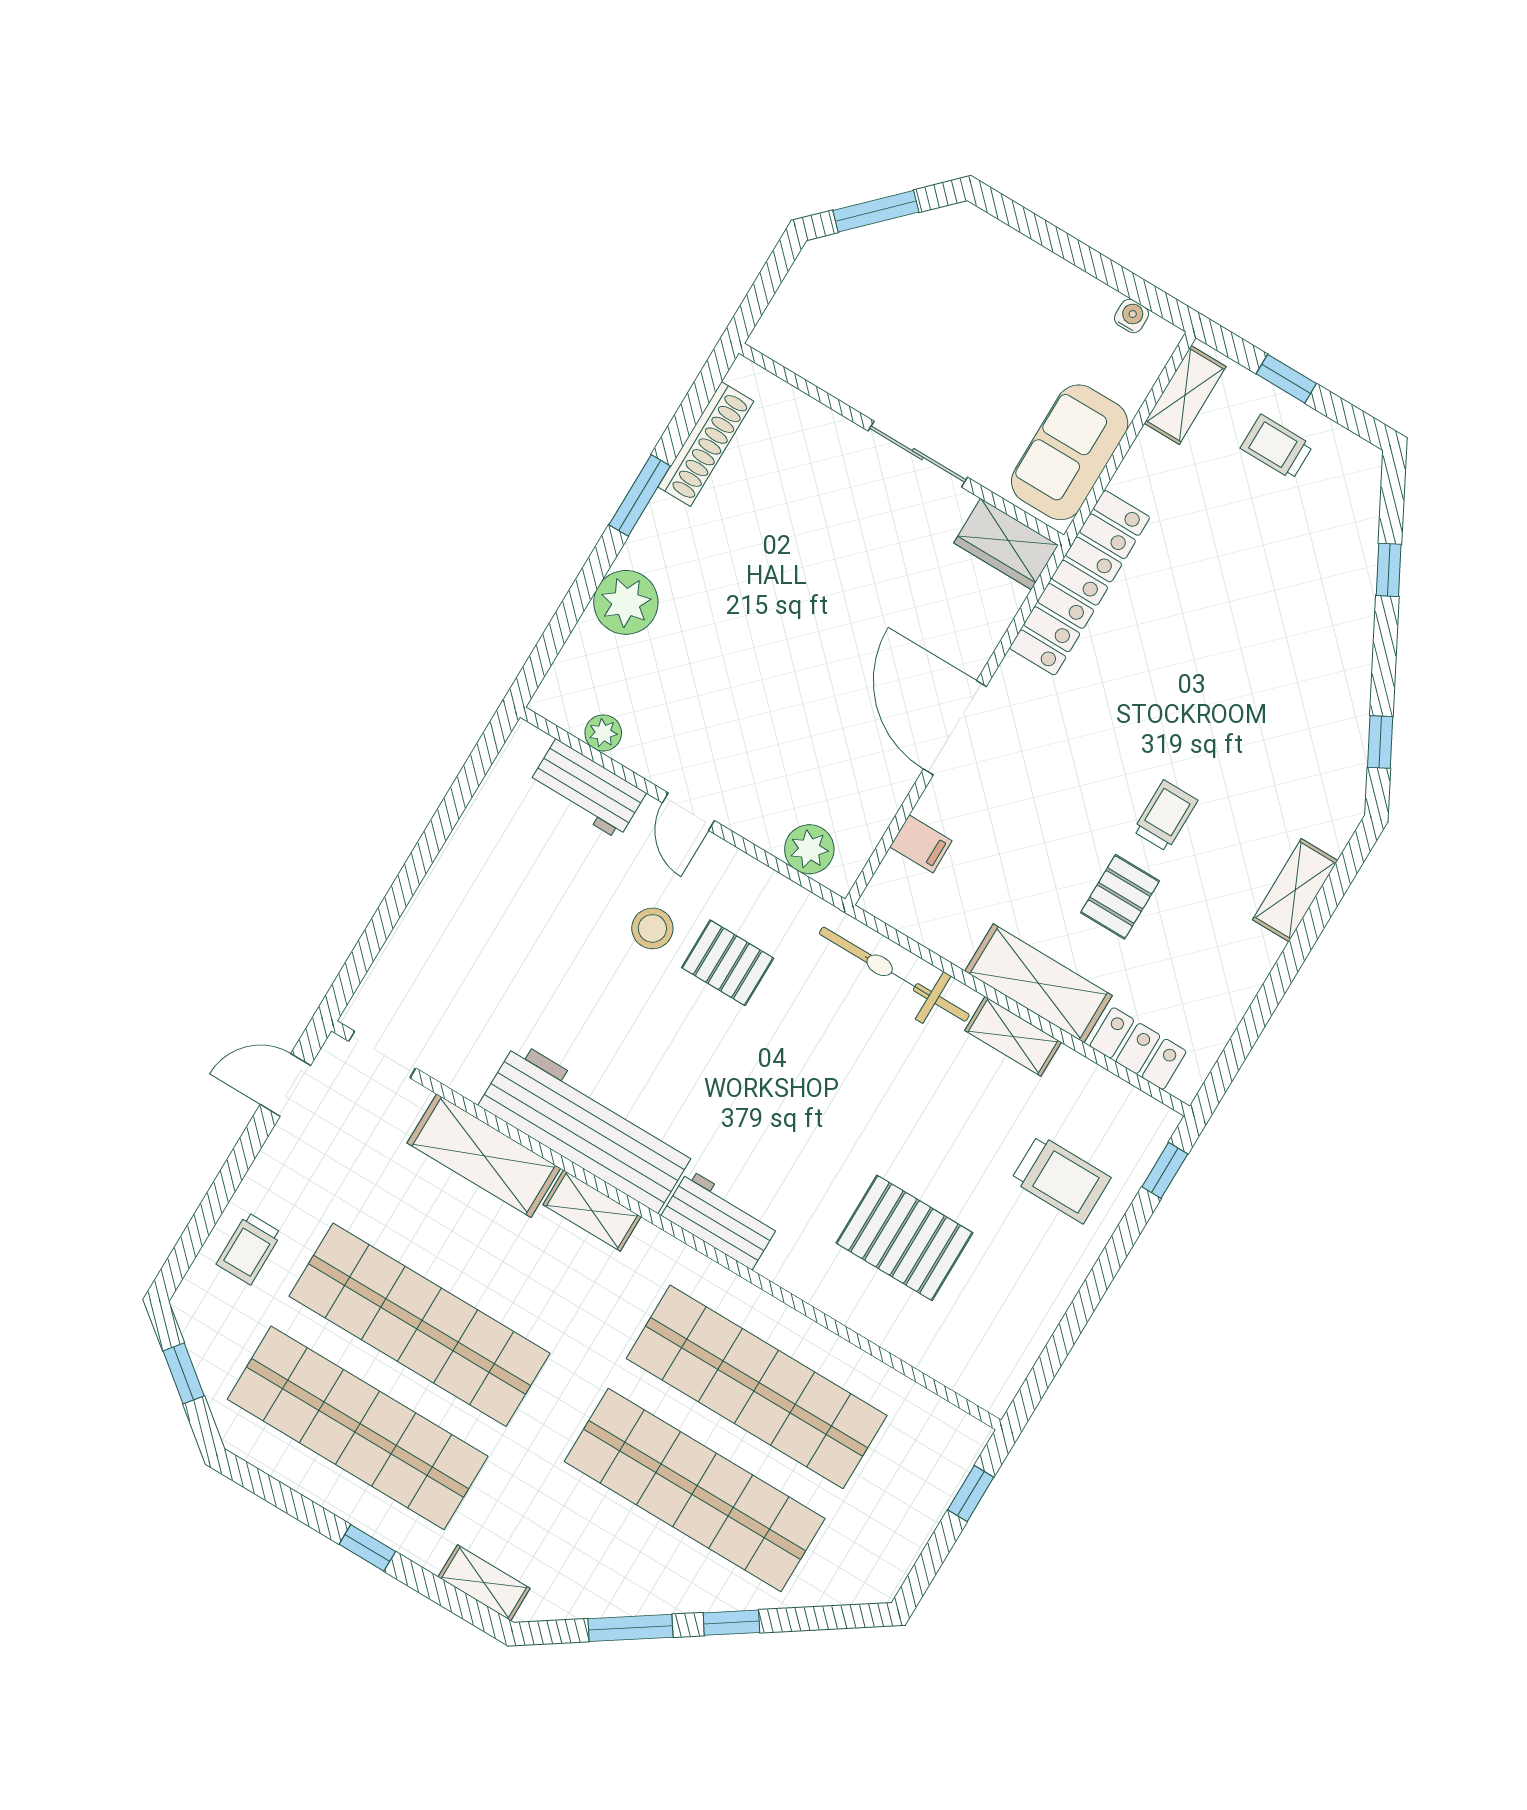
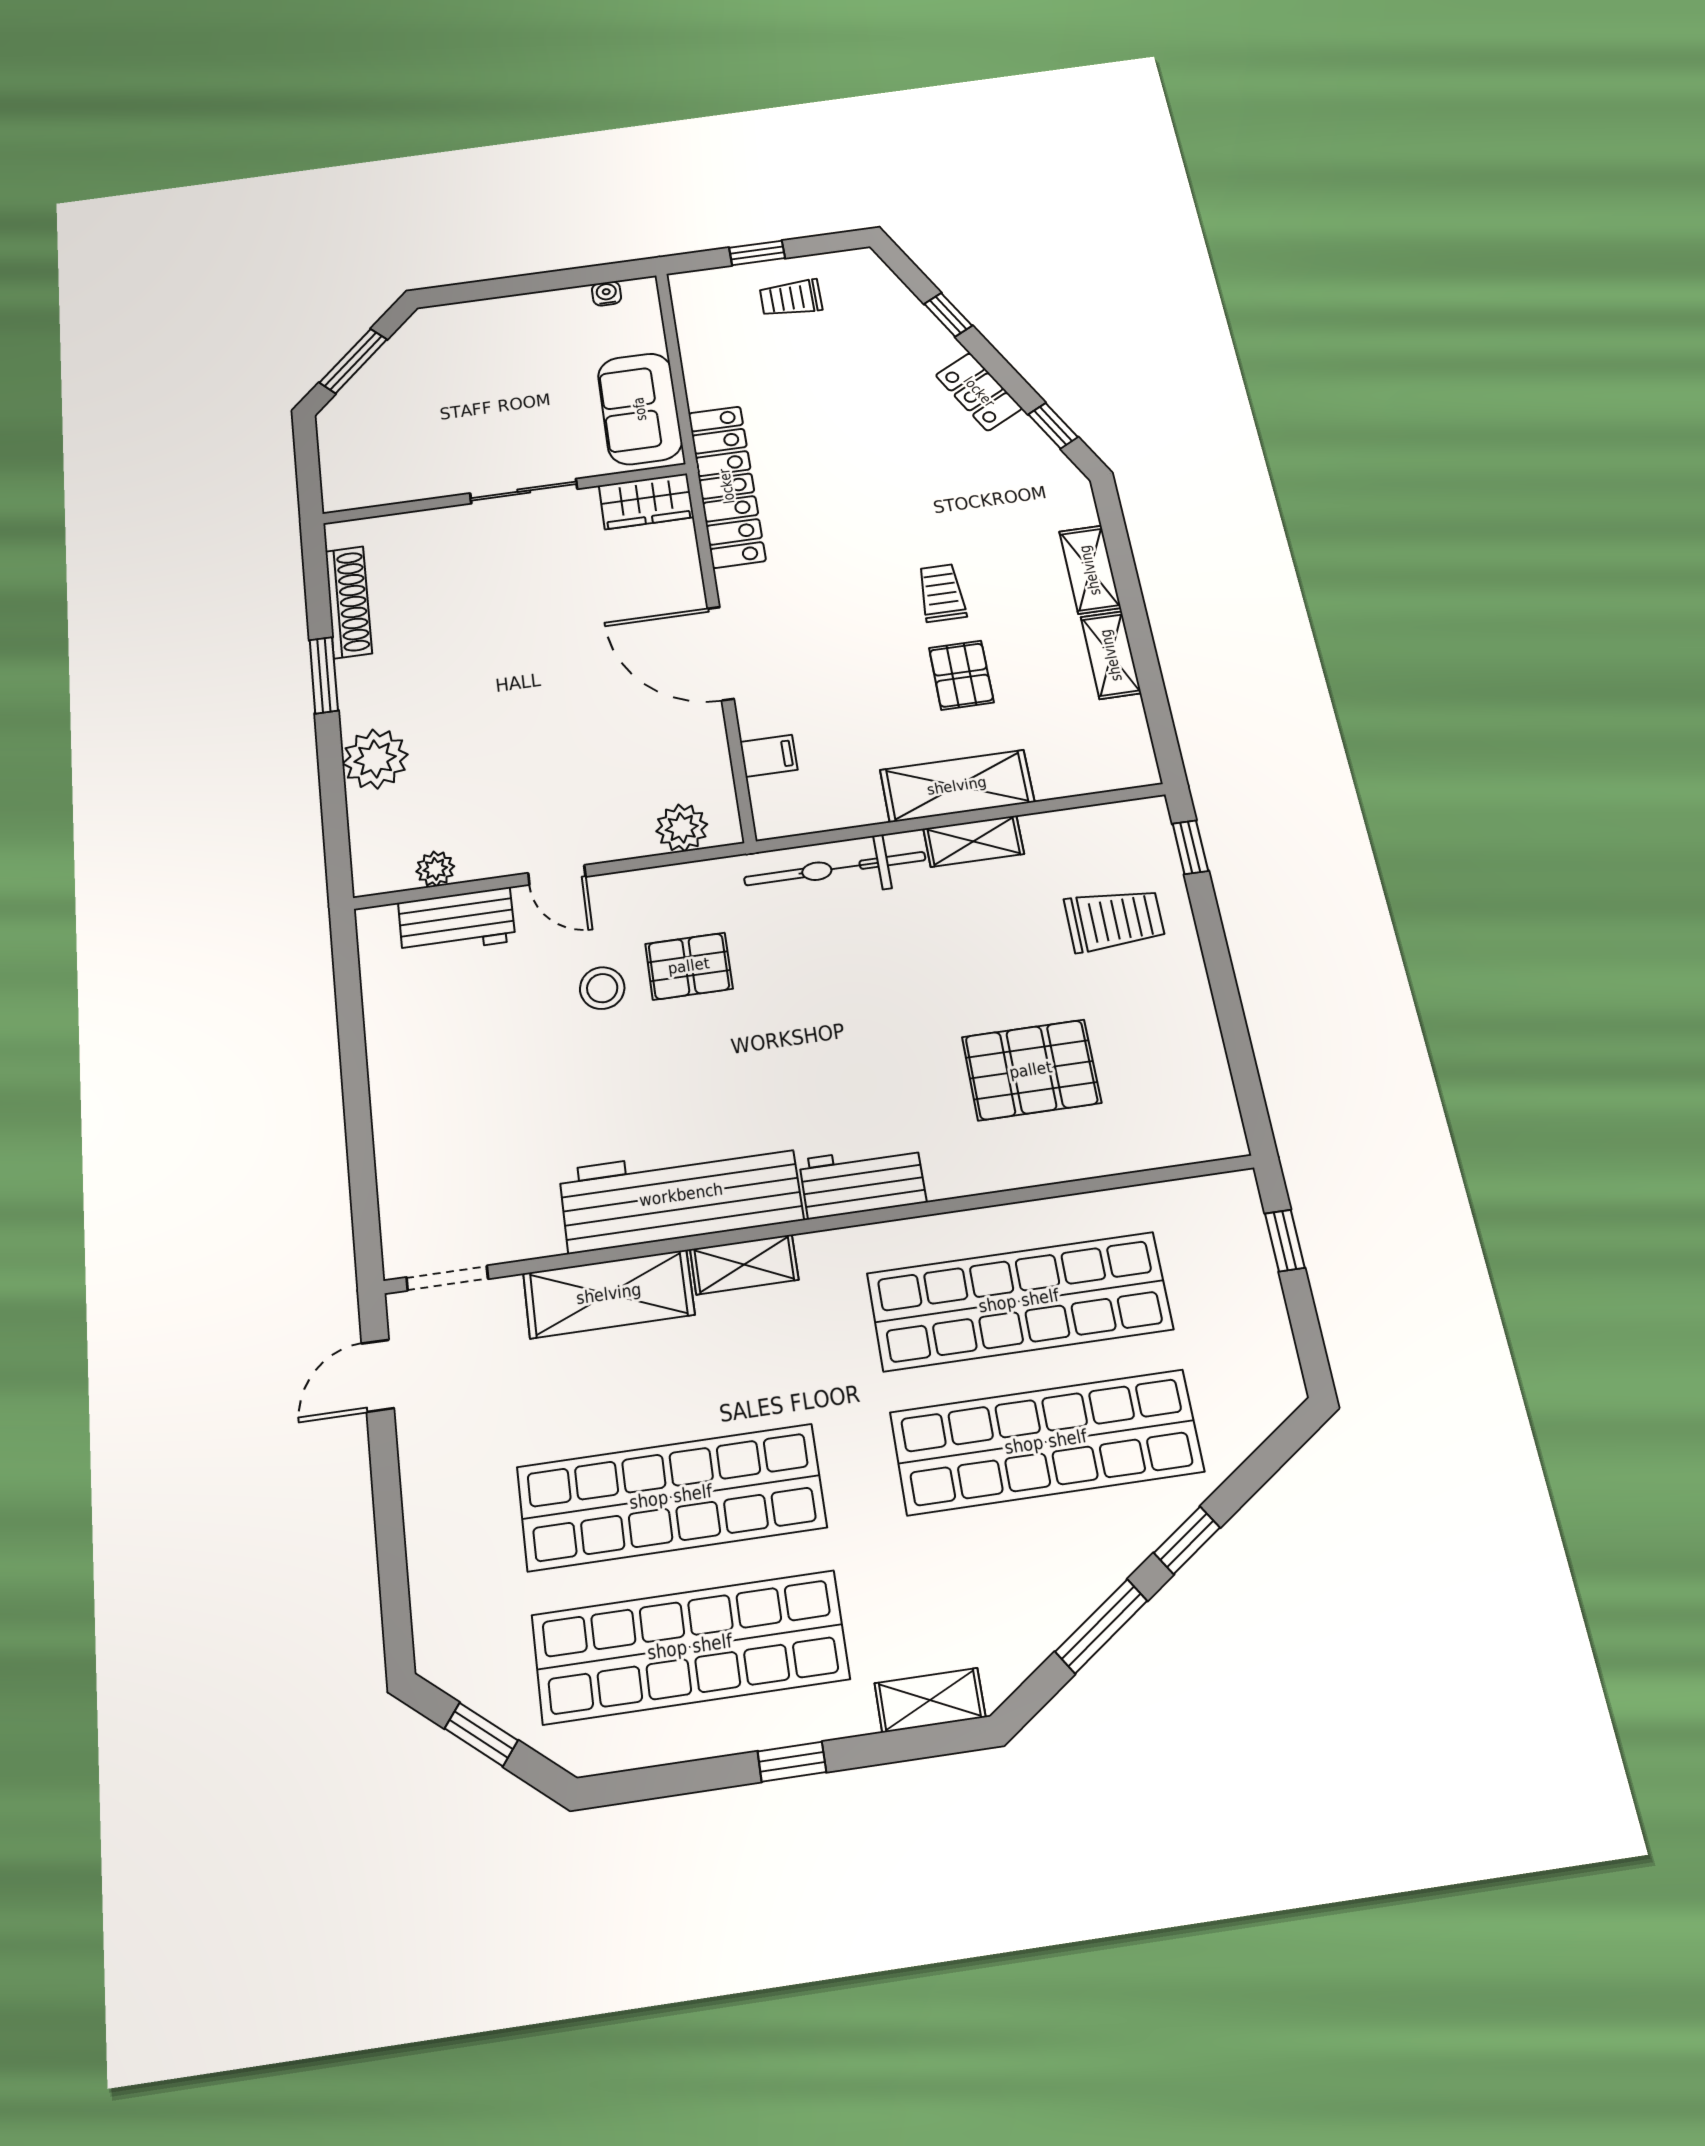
shelving: (1185, 395) -> (1111, 655), moved
locker: (1138, 1049) -> (979, 392), moved, turned -118
trolley: (249, 1249) -> (455, 1557), removed

